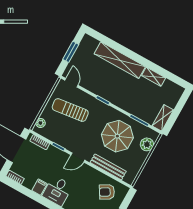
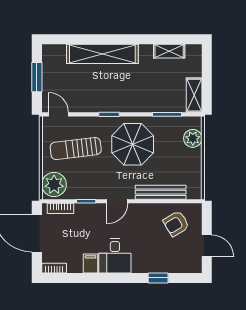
shelving: (154, 77) -> (169, 51), moved
plant: (41, 123) -> (54, 185), width x1.88, depth x1.88
parasol: (117, 136) -> (133, 144), moved

